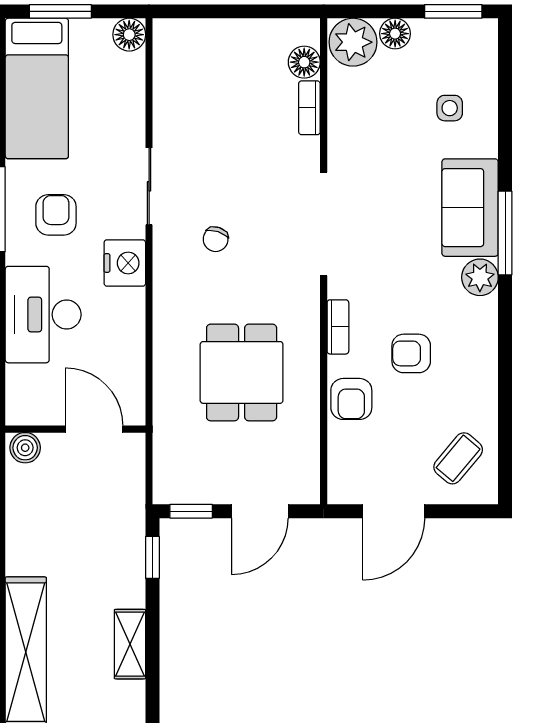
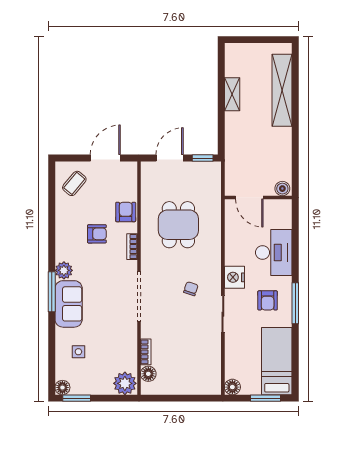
floor lamp: (395, 34) -> (62, 388), moved
window: (152, 557) -> (221, 136), removed

